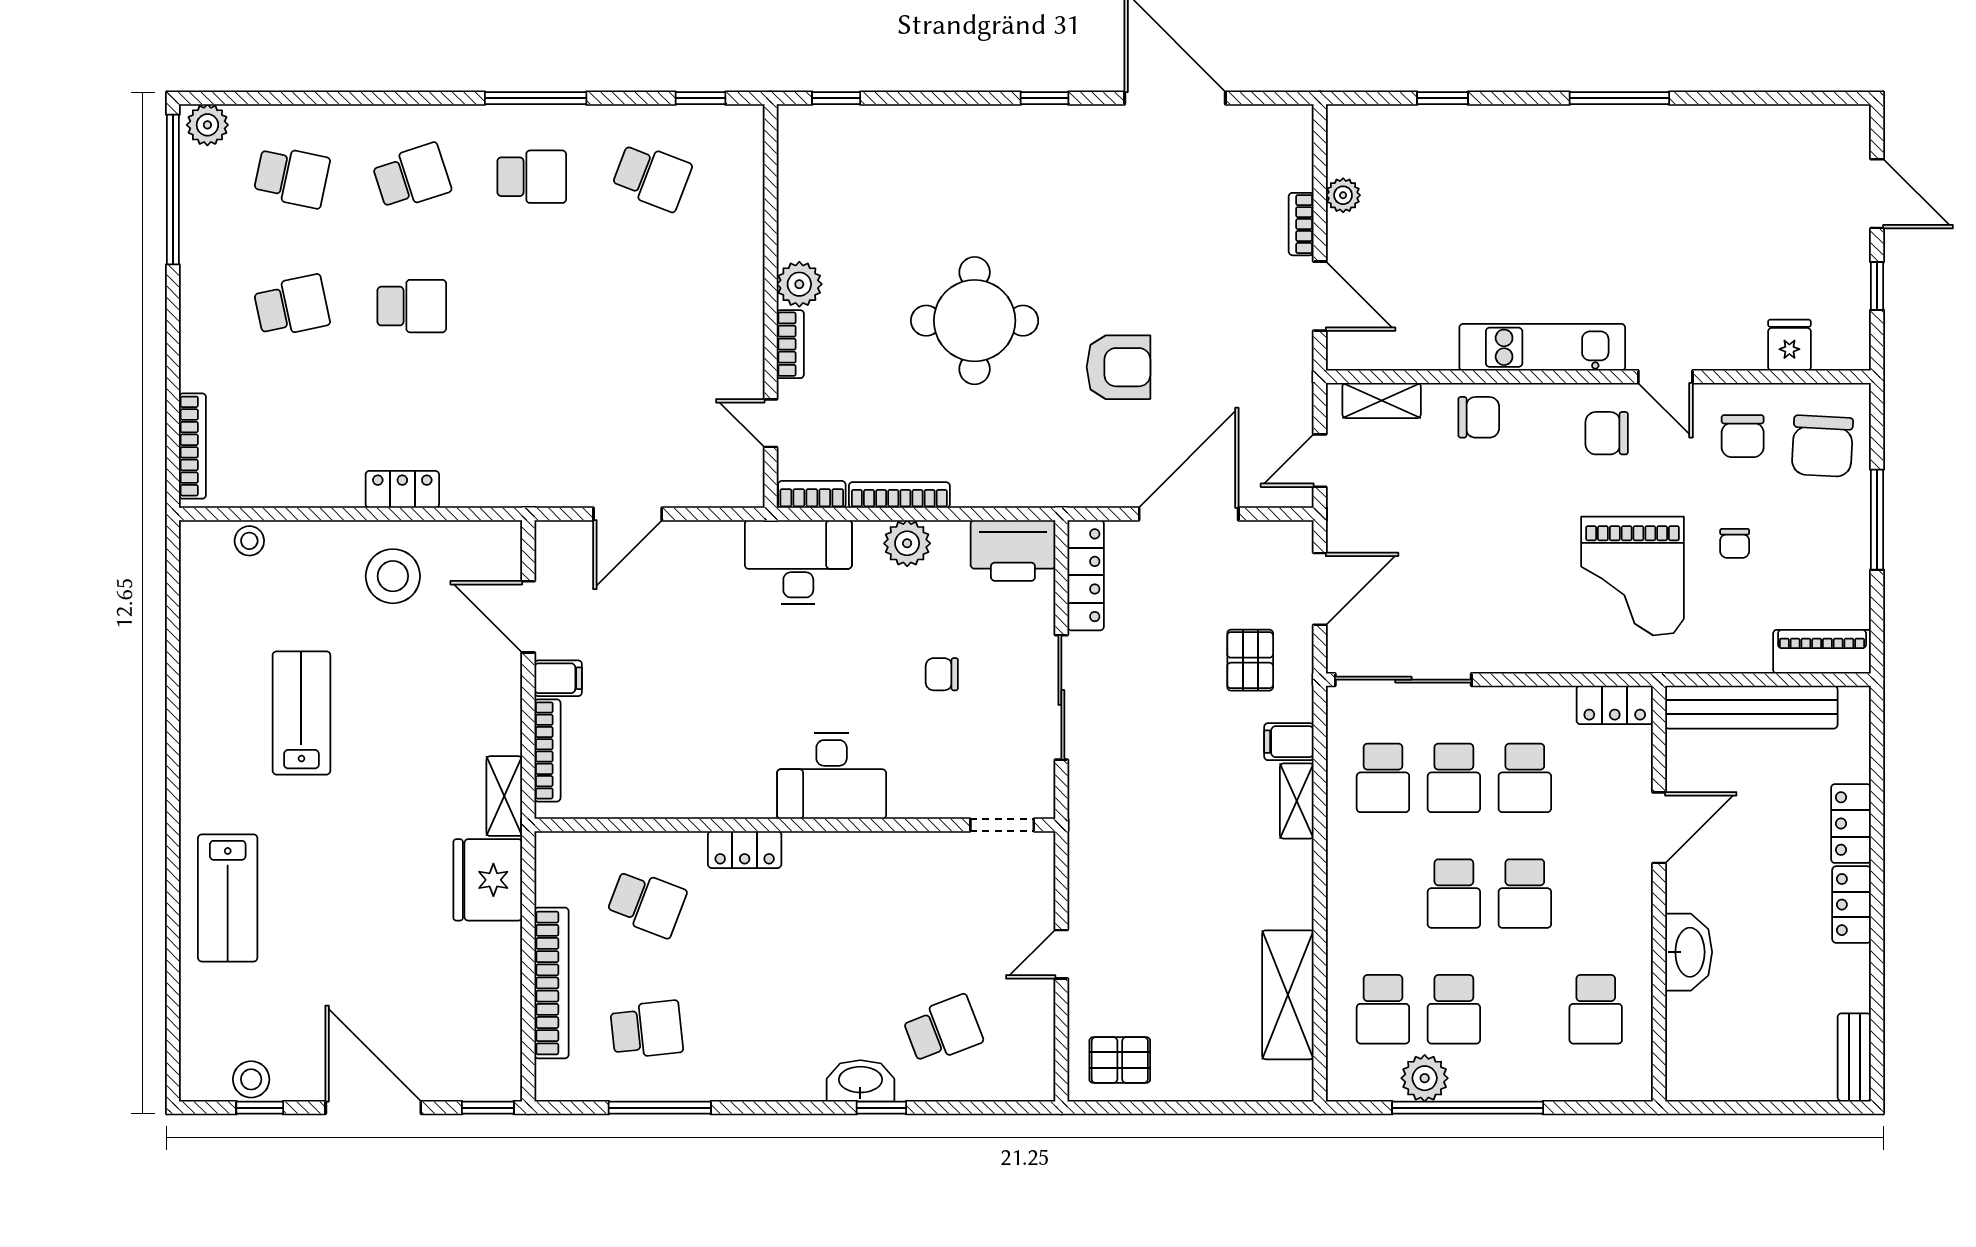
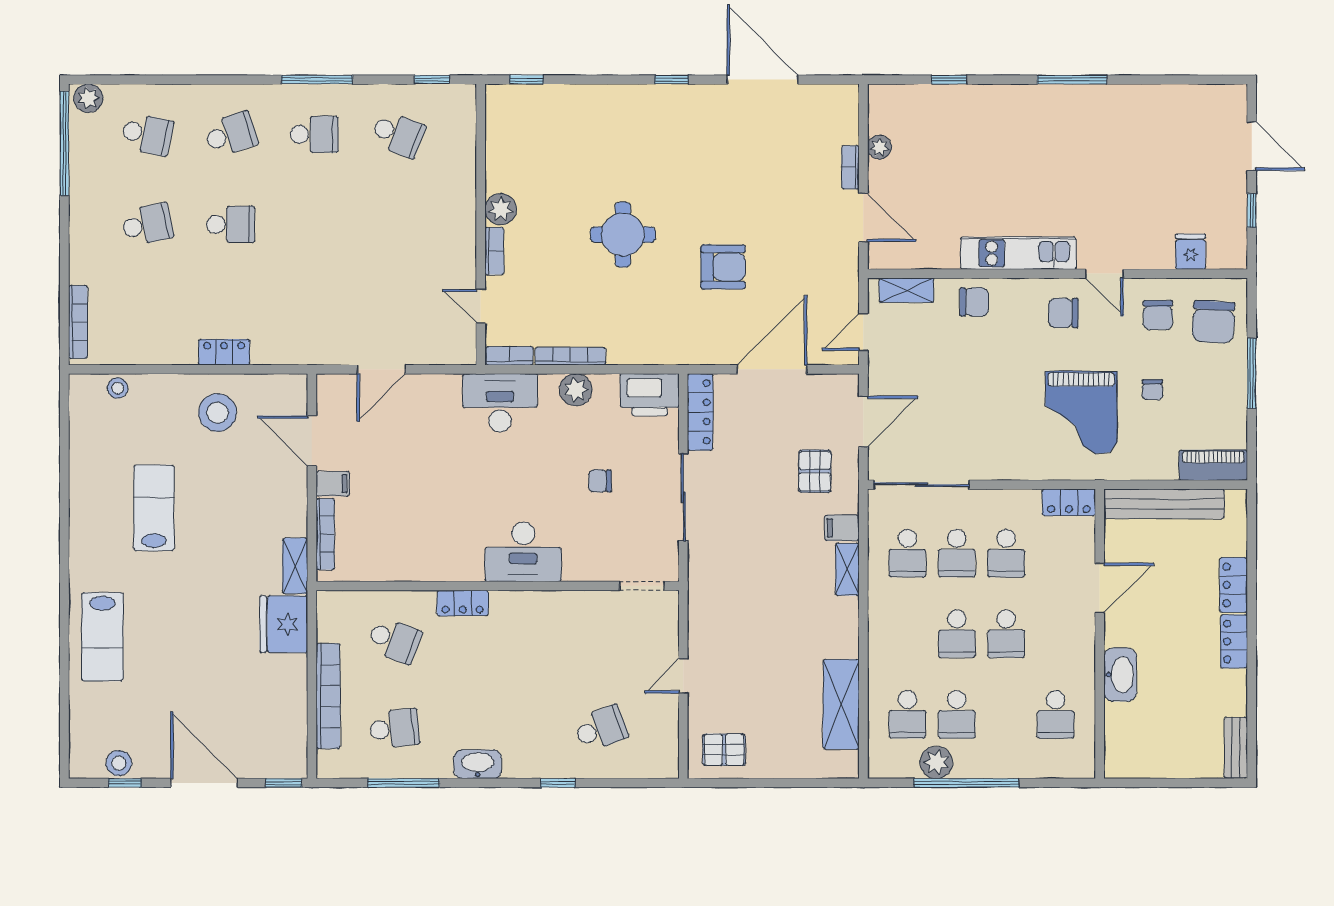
round table: (975, 321) -> (623, 235), width x0.73, depth x0.73
washbasin: (860, 1081) -> (478, 764), moved

